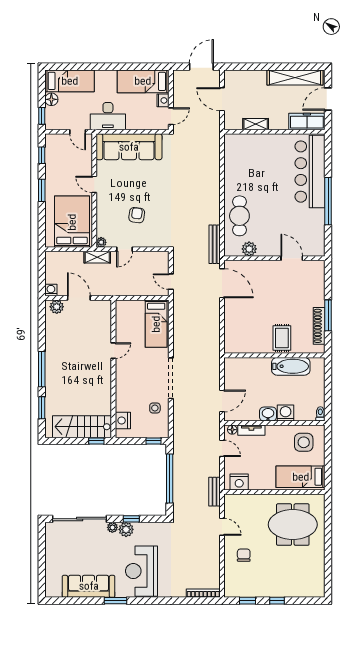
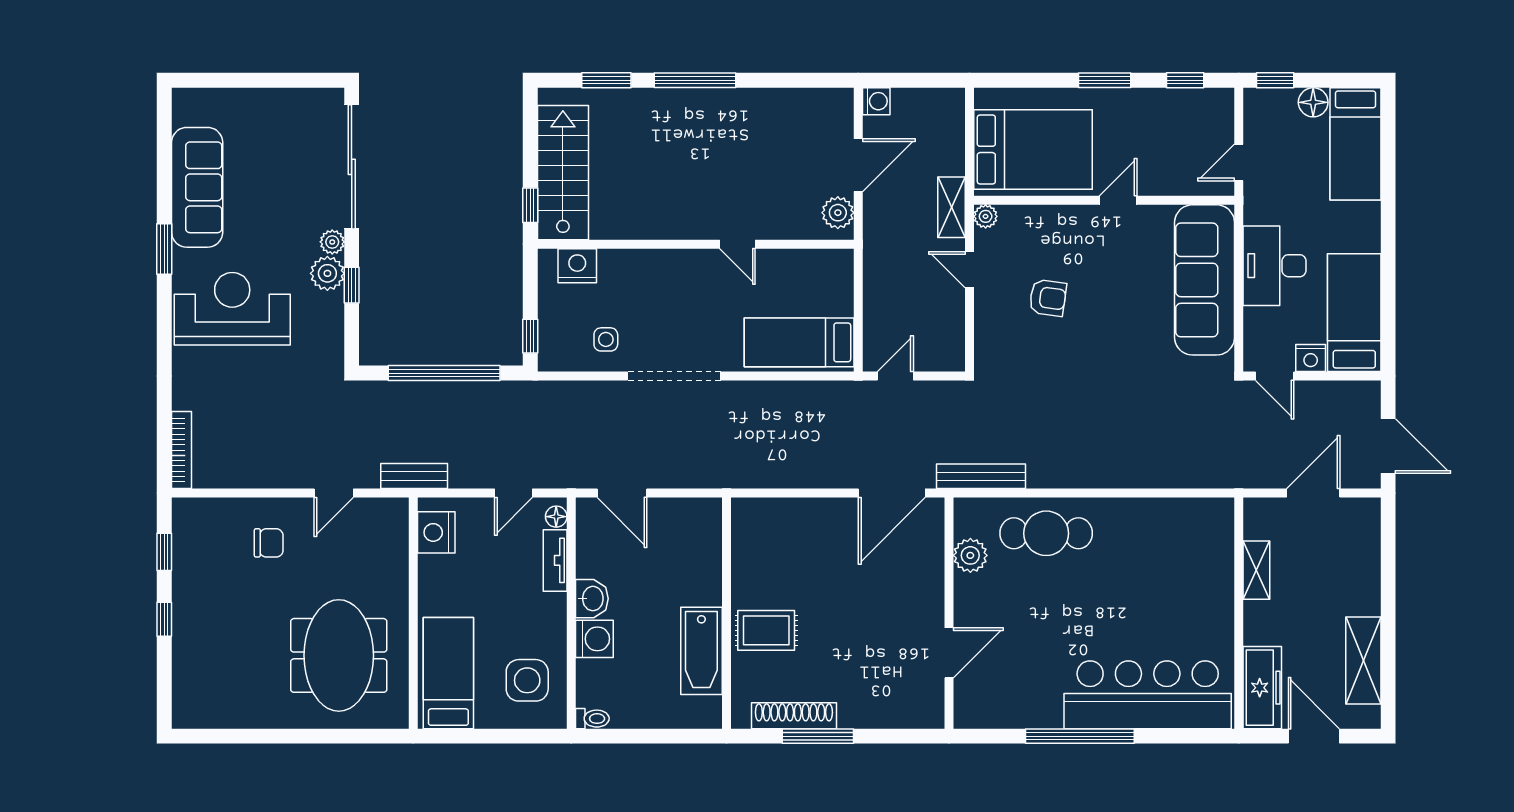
shelving: (295, 77) -> (1363, 660), width x0.68
desk: (108, 116) -> (1275, 266), moved
plant: (57, 307) -> (838, 213), moved

